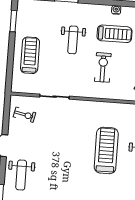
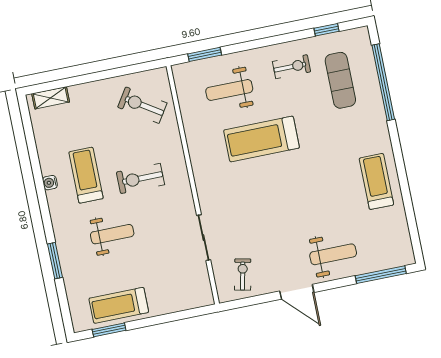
treadmill: (30, 55) -> (119, 305), moved

